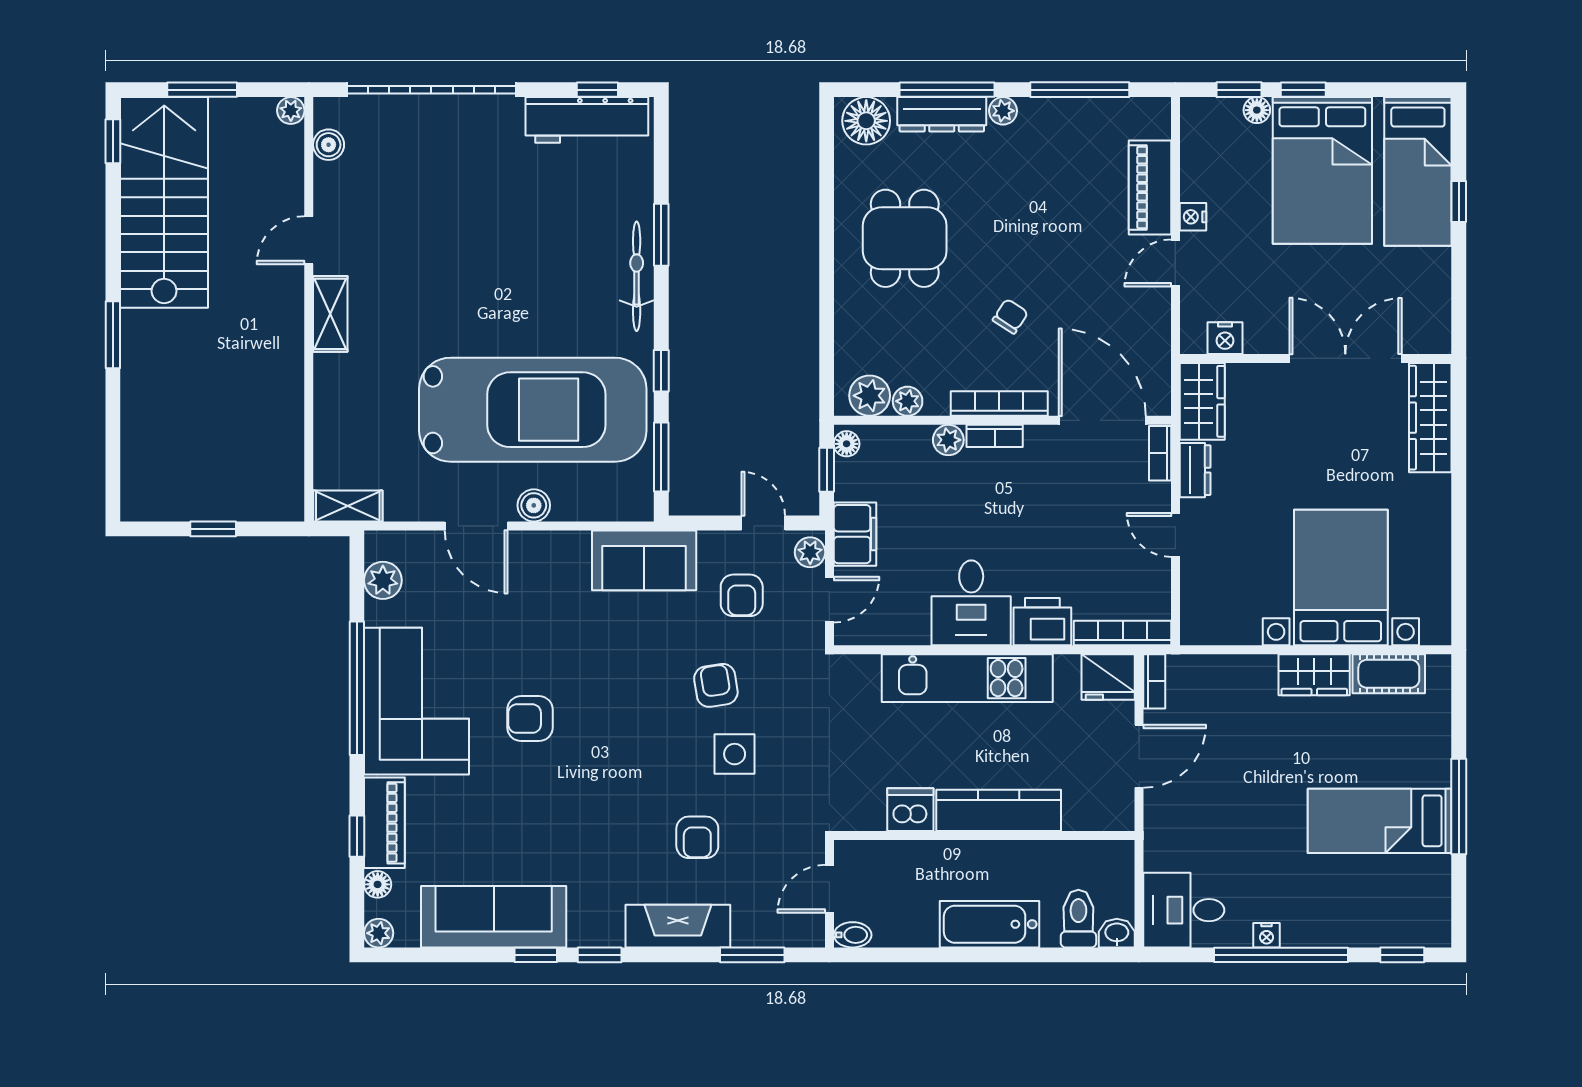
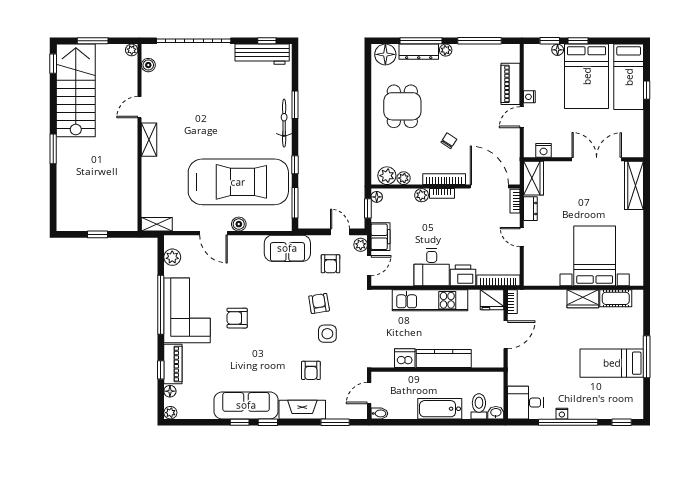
sofa: (494, 917) -> (246, 405), moved

